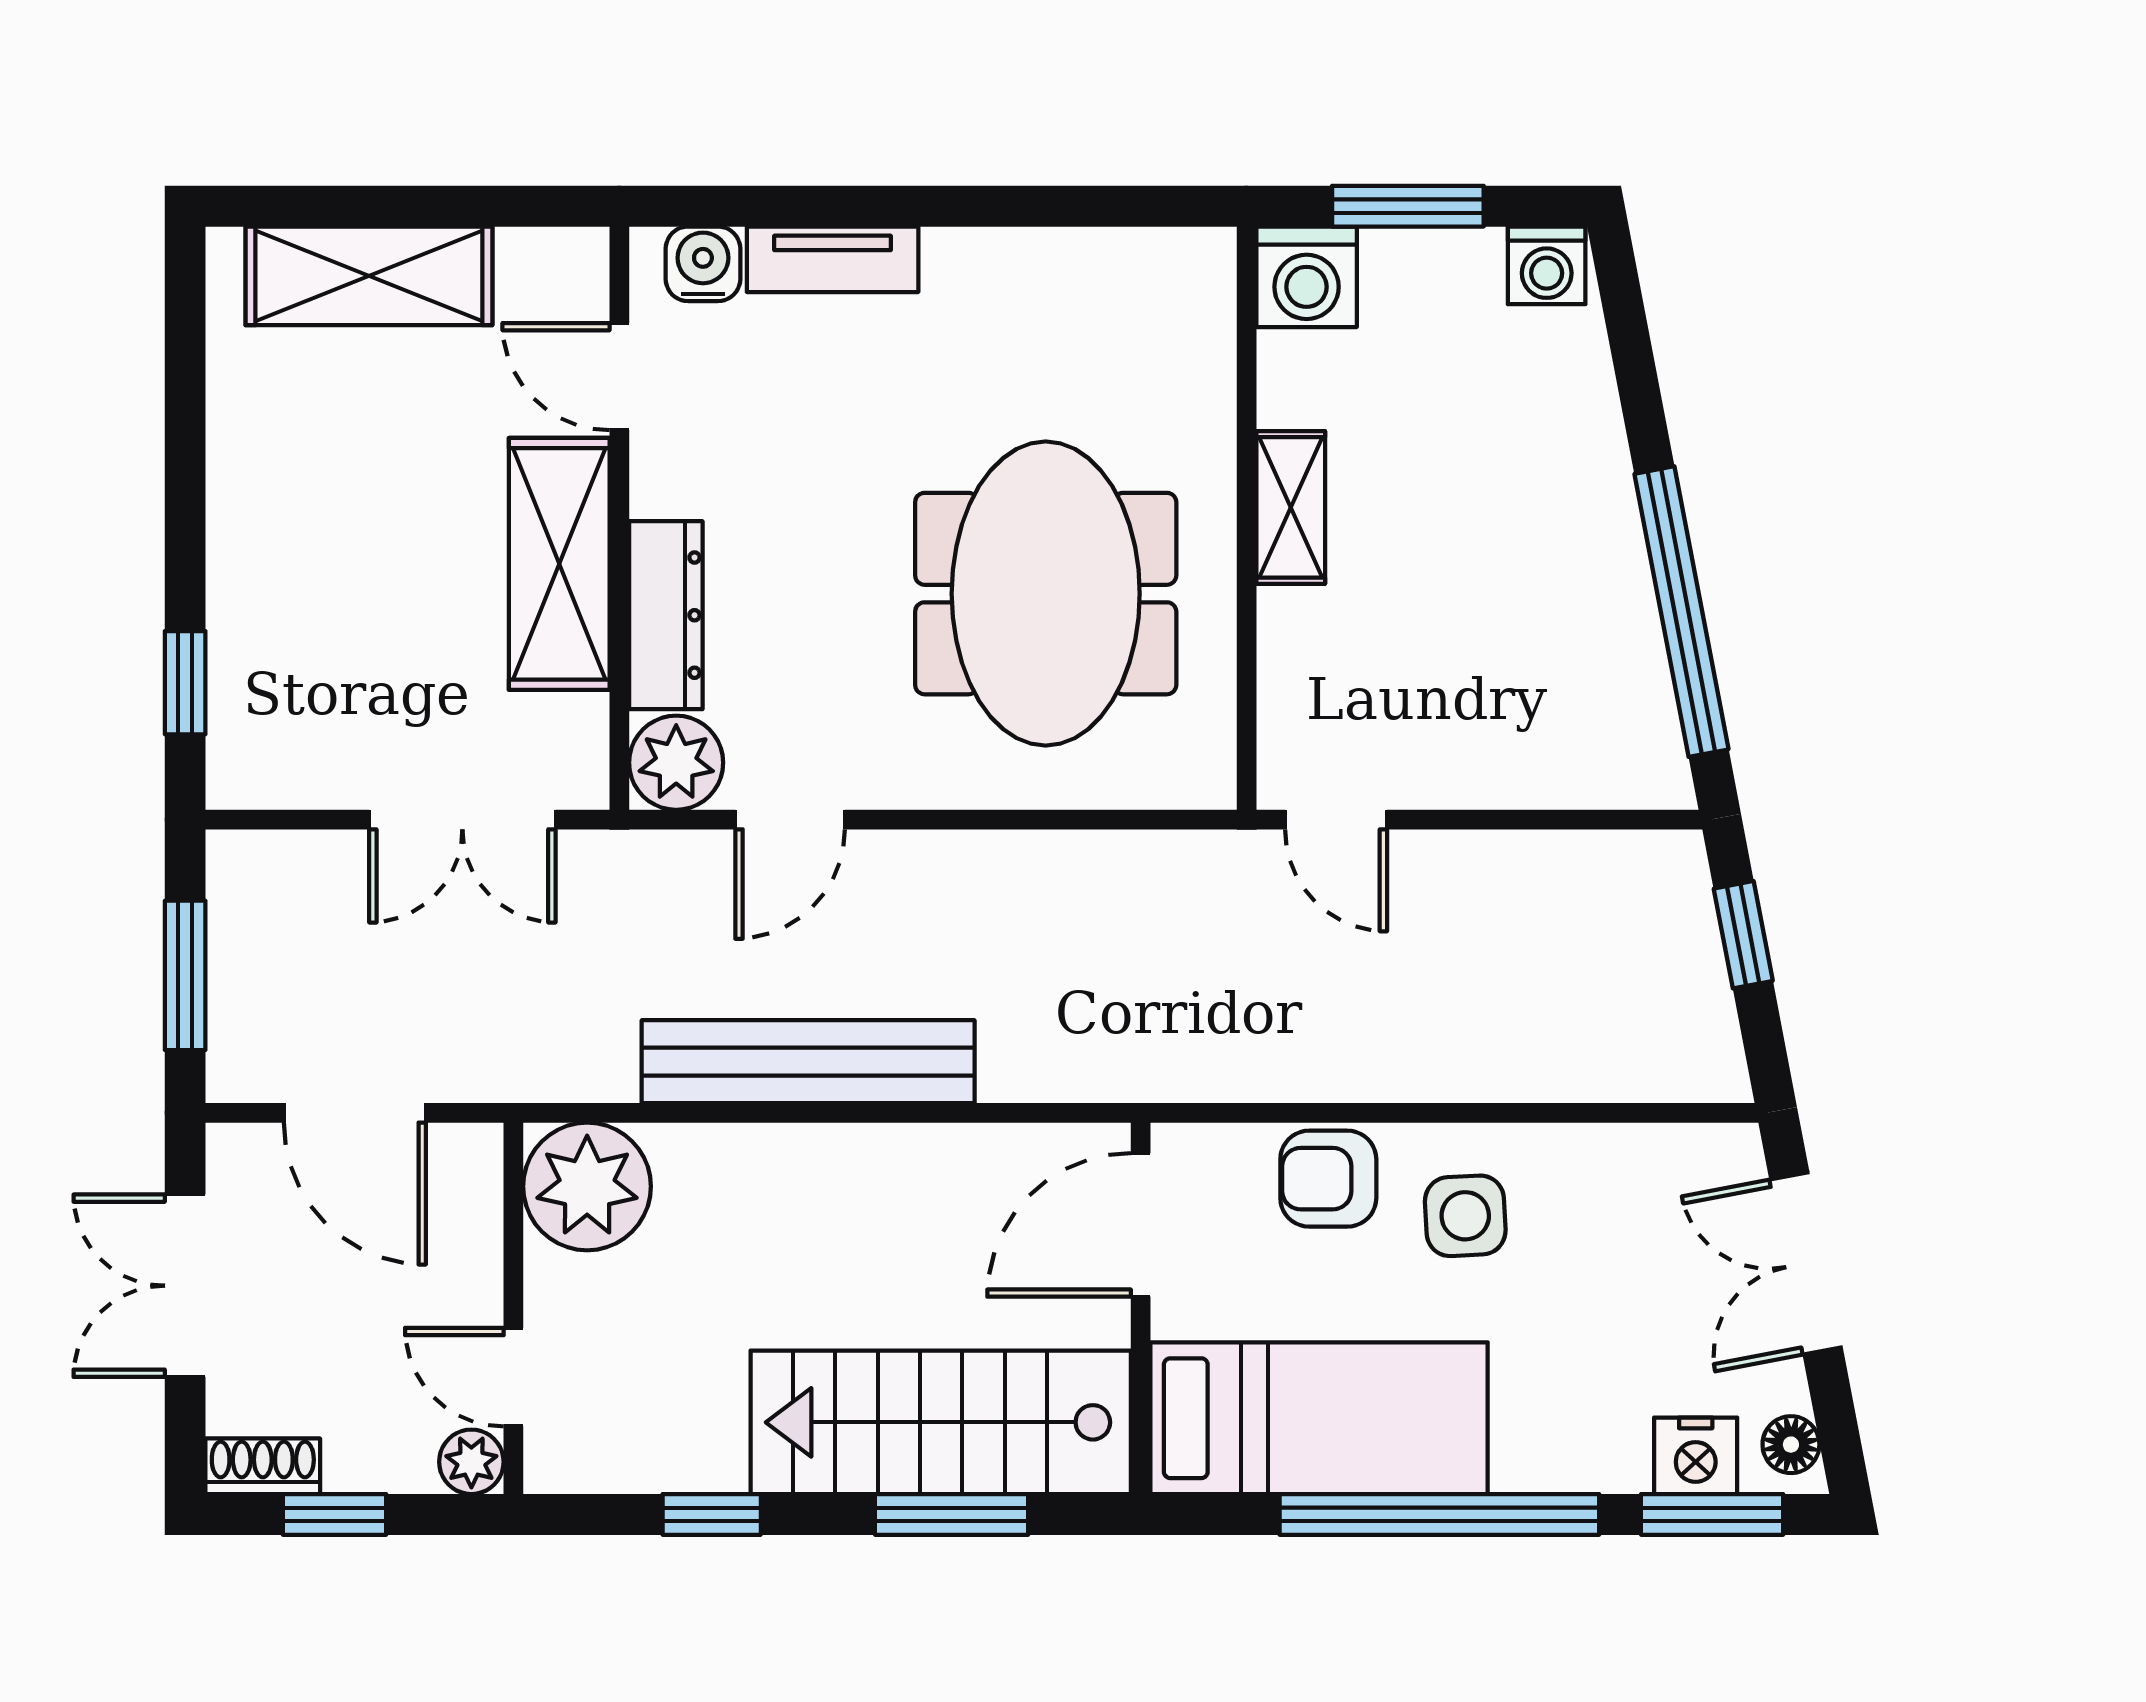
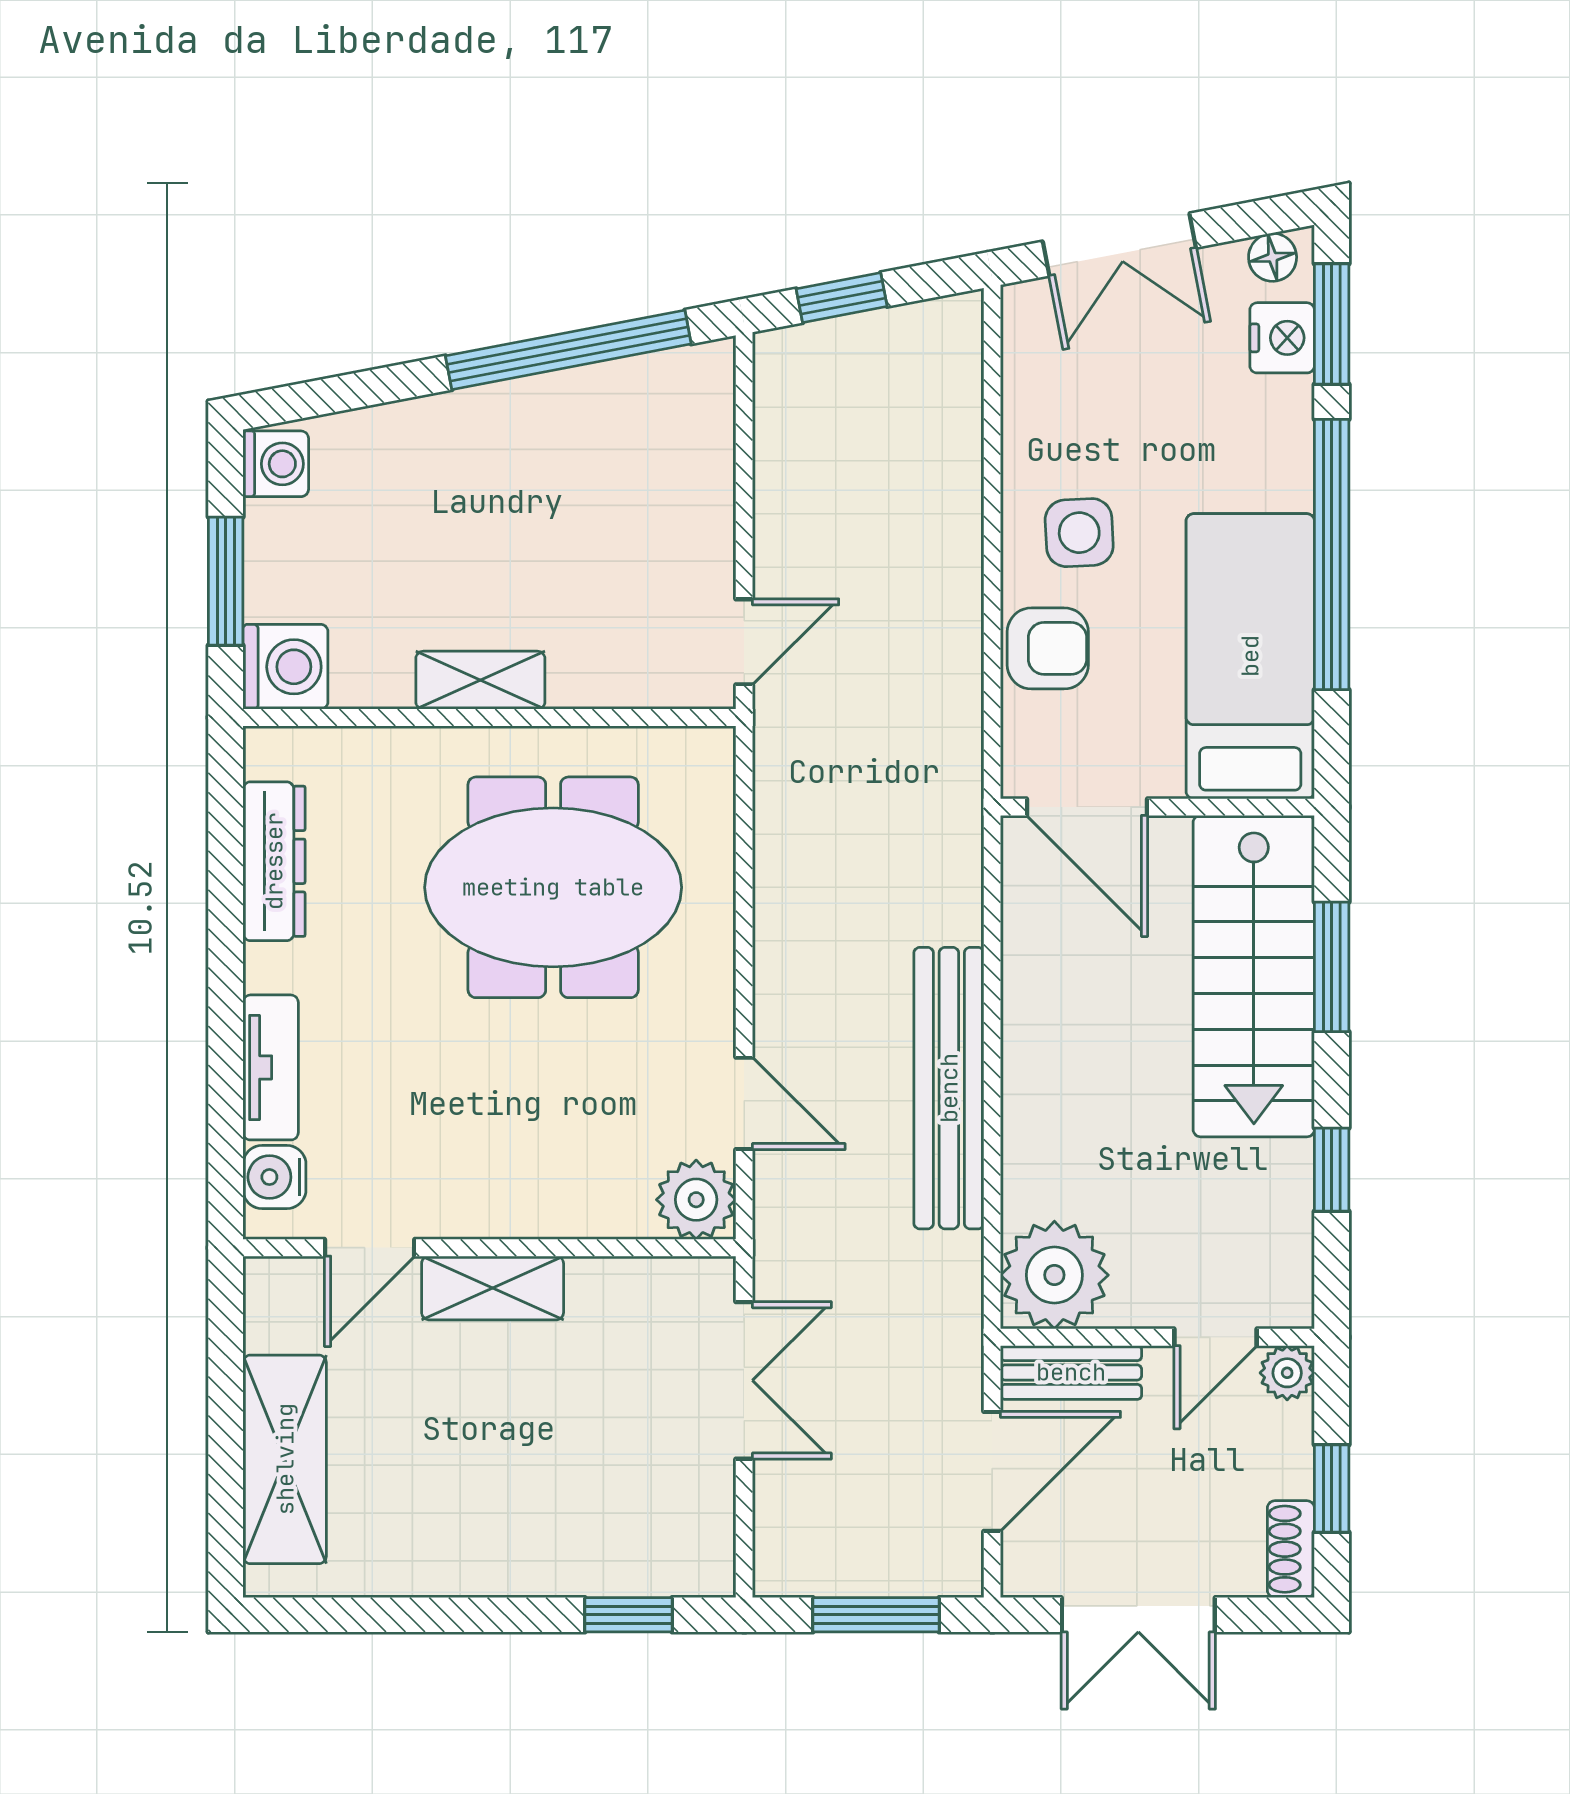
shelving: (559, 564) -> (493, 1288), width x0.67, depth x0.75
dresser: (666, 615) -> (274, 861), moved, turned 90
armchair: (1328, 1179) -> (1048, 648), turned -90
bench: (472, 1206) -> (1071, 1372), added

